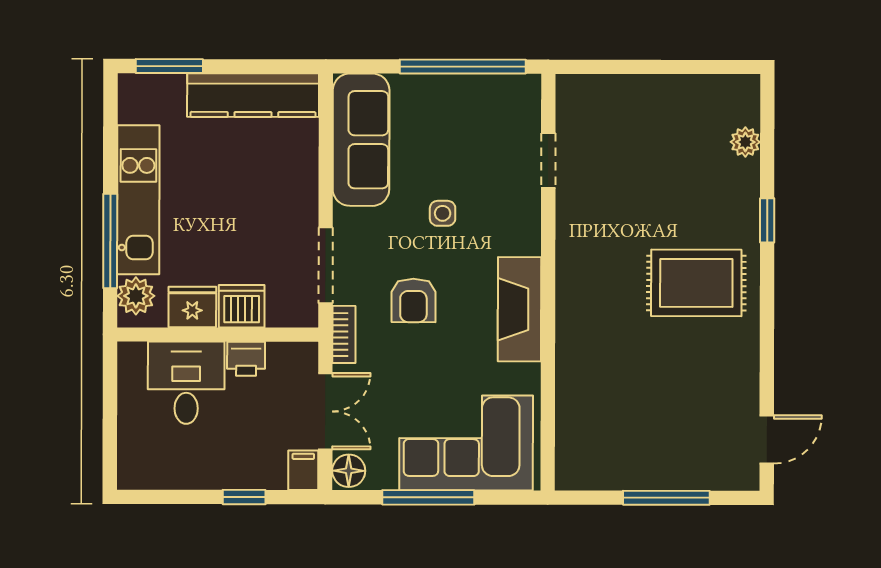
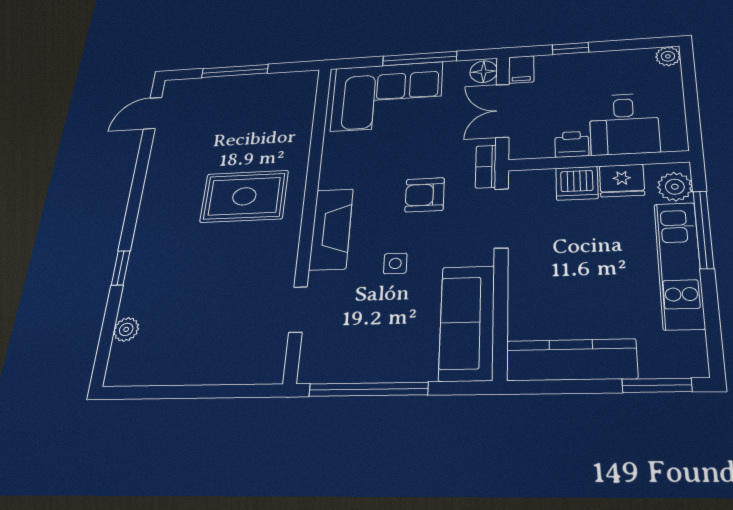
rug: (696, 283) -> (244, 196), moved
armchair: (413, 300) -> (425, 195), turned -90
fireplace: (519, 309) -> (331, 229), moved
plant: (131, 475) -> (668, 56), added

